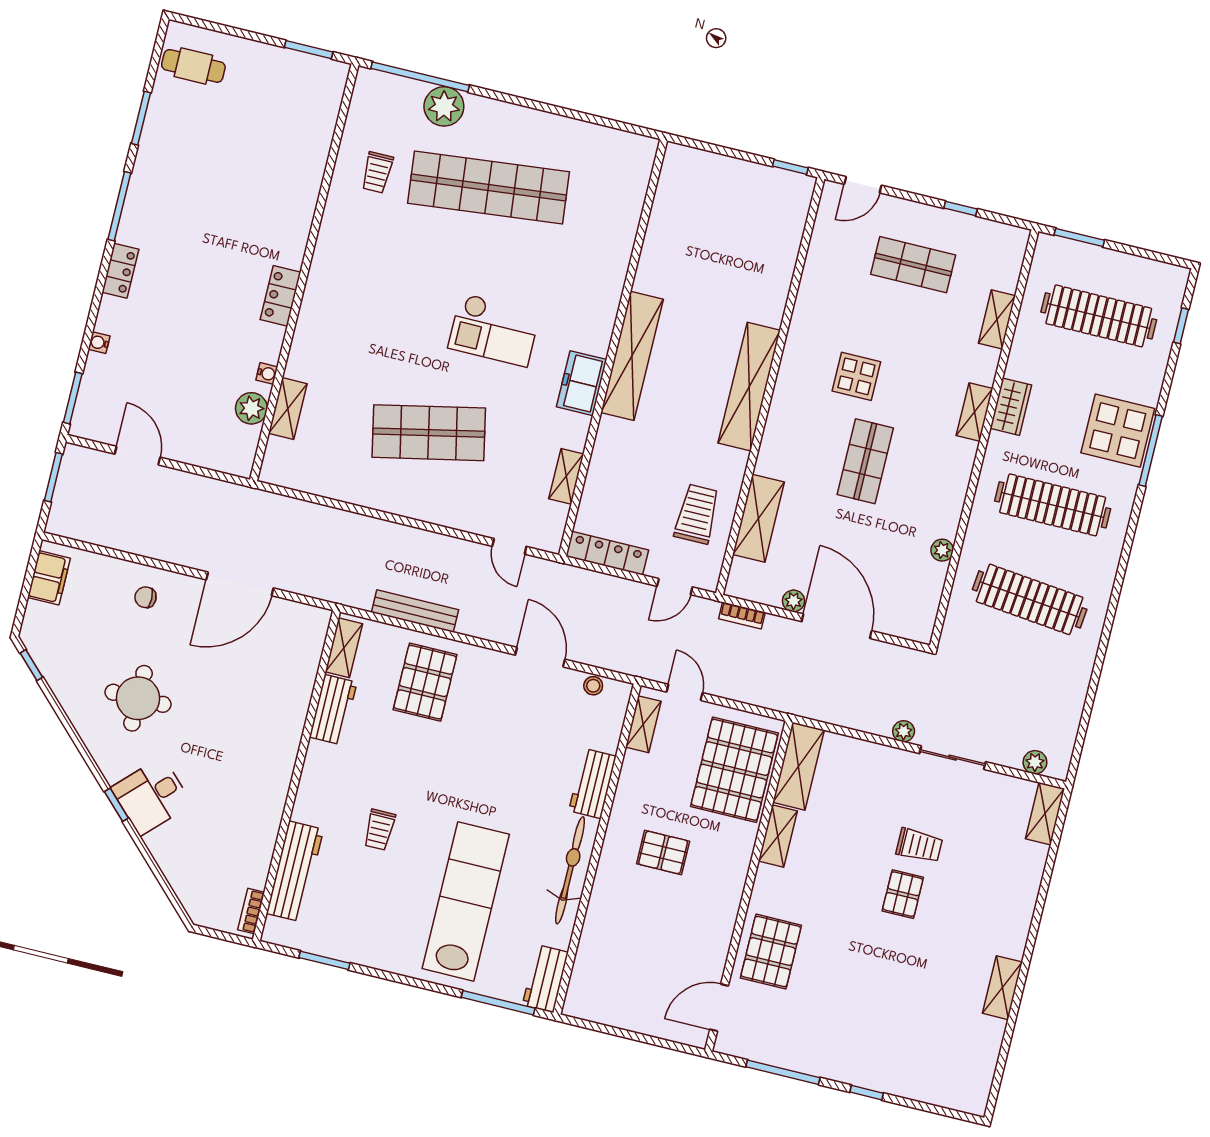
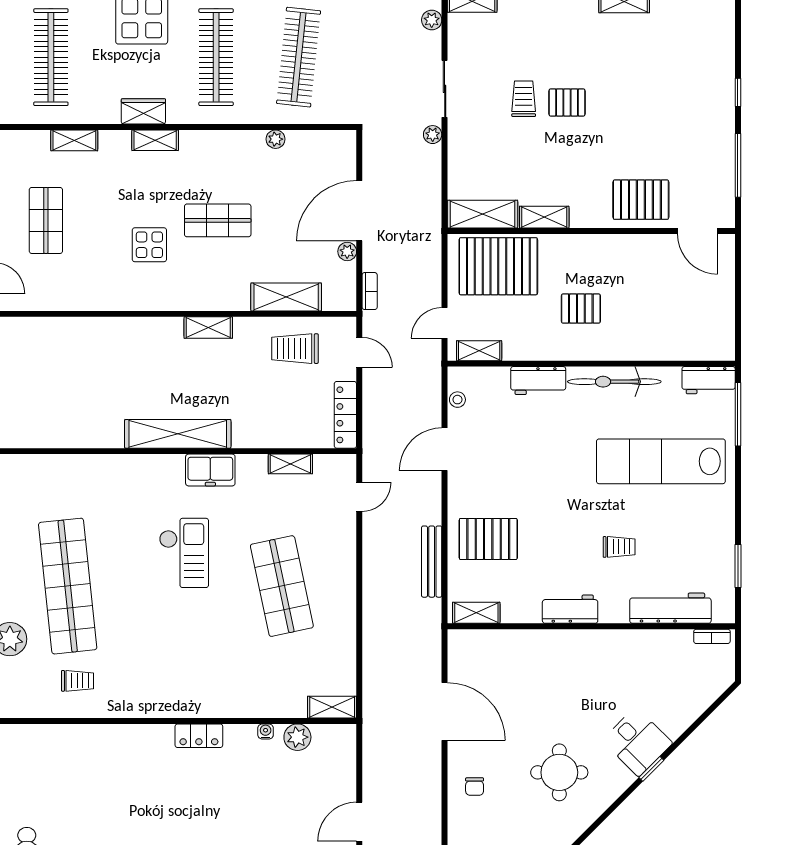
shelving: (749, 387) -> (208, 328), width x0.45, depth x0.75
shelving: (288, 409) -> (332, 707), moved
workbench: (333, 710) -> (570, 609), moved
pallet: (663, 852) -> (581, 309), turned 90

